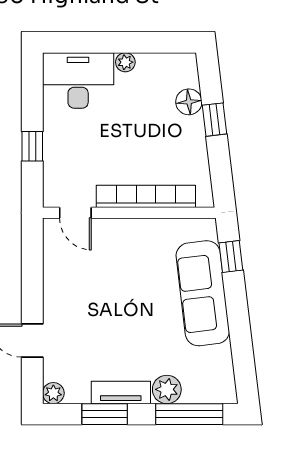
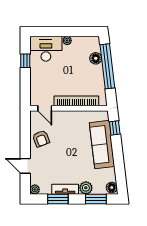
window: (215, 120) -> (107, 66), width x3.17
window: (32, 146) -> (25, 61), moved
armchair: (67, 280) -> (41, 139), added
floor lamp: (224, 389) -> (112, 188), added
window: (189, 414) -> (96, 199), width x0.69

